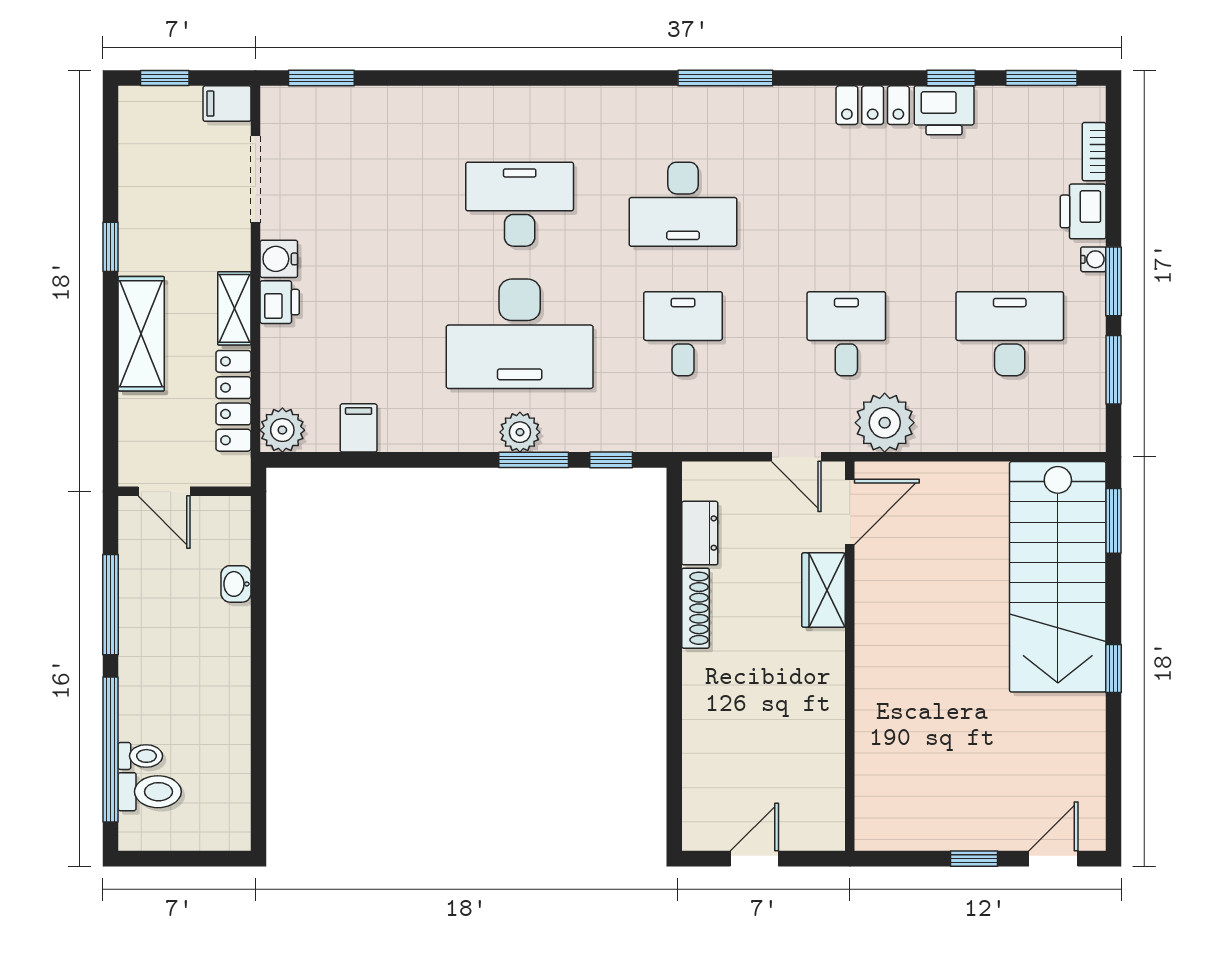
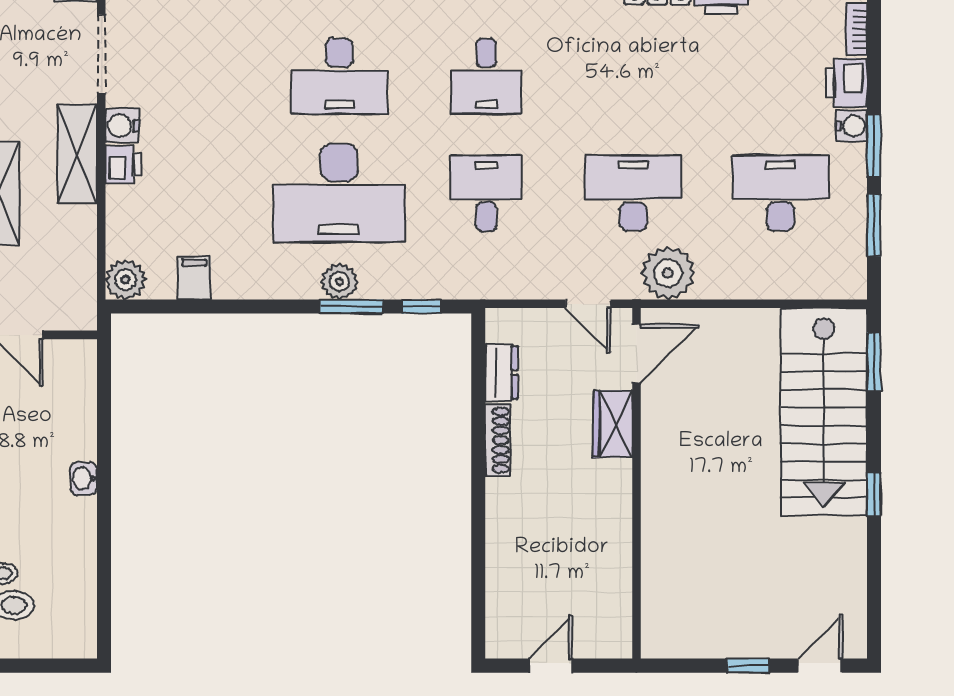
desk: (520, 204) -> (339, 76), turned 180
desk: (683, 204) -> (486, 76), width x0.73
water cooler: (1093, 259) -> (851, 126), width x1.38, depth x1.38
shelving: (234, 308) -> (77, 154), width x1.50, depth x1.33
desk: (846, 334) -> (633, 193), width x1.37
locker: (233, 401) -> (81, 253), removed
washbasin: (236, 584) -> (84, 478), moved

